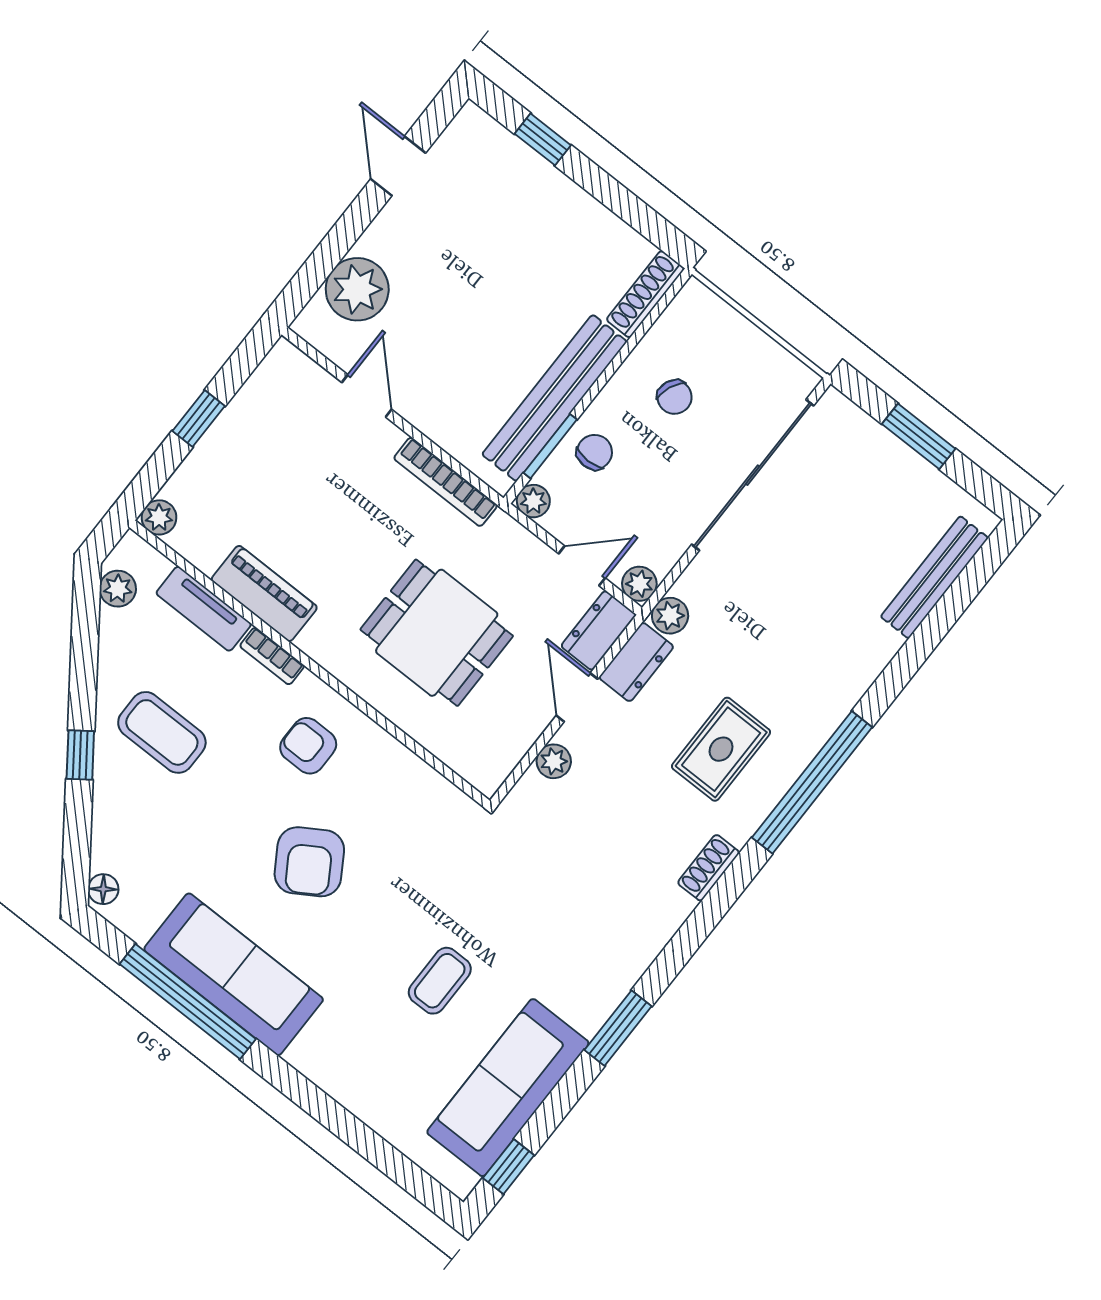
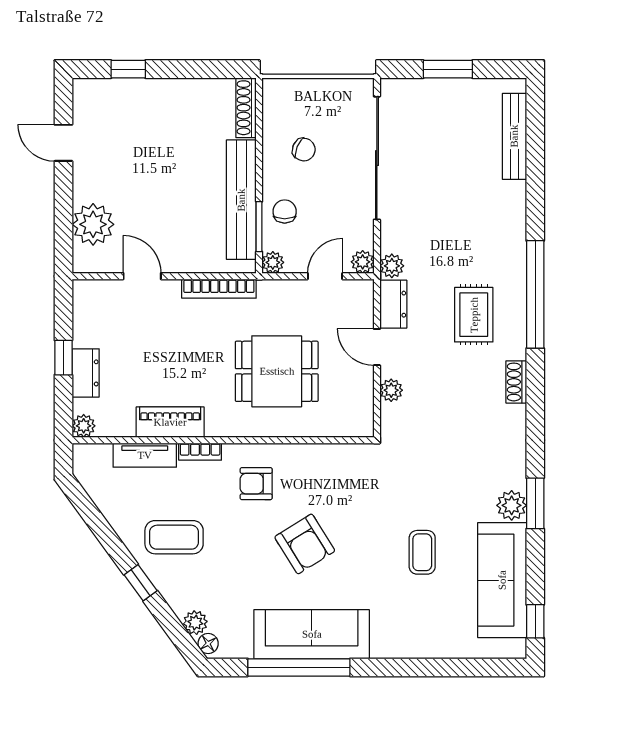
plant: (118, 589) -> (195, 623), moved
dresser: (599, 630) -> (86, 373), moved, turned 180
plant: (588, 1008) -> (512, 505), added

